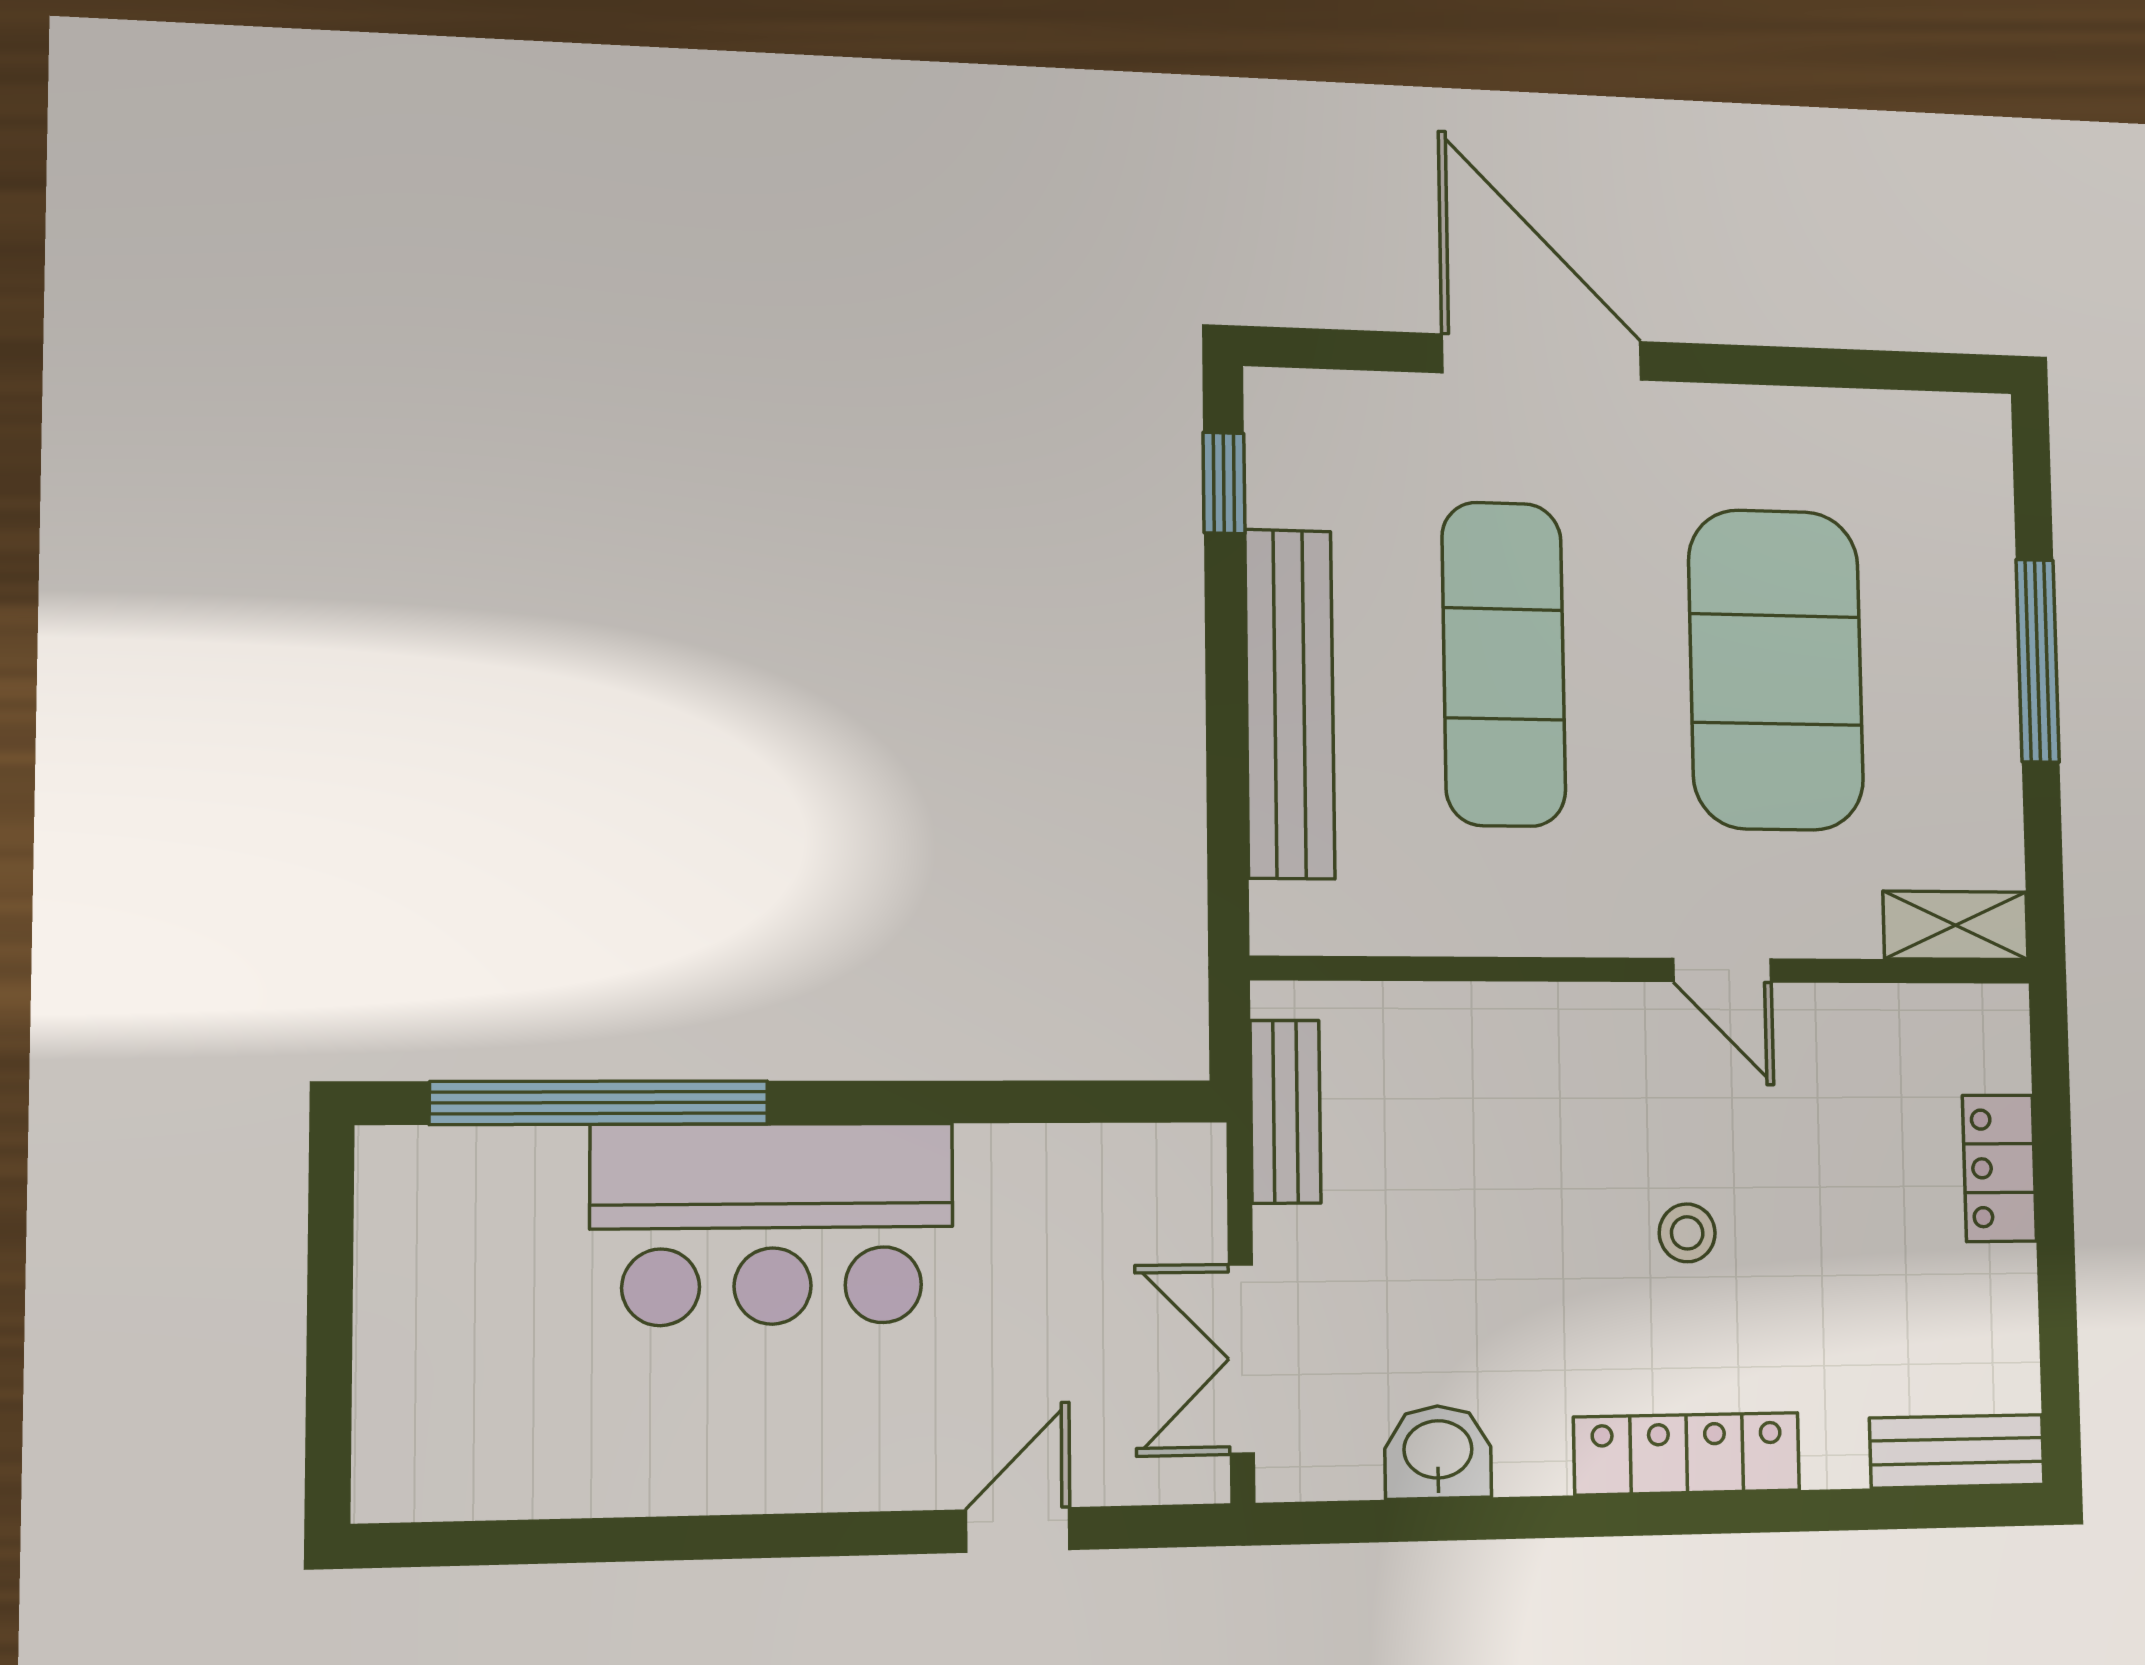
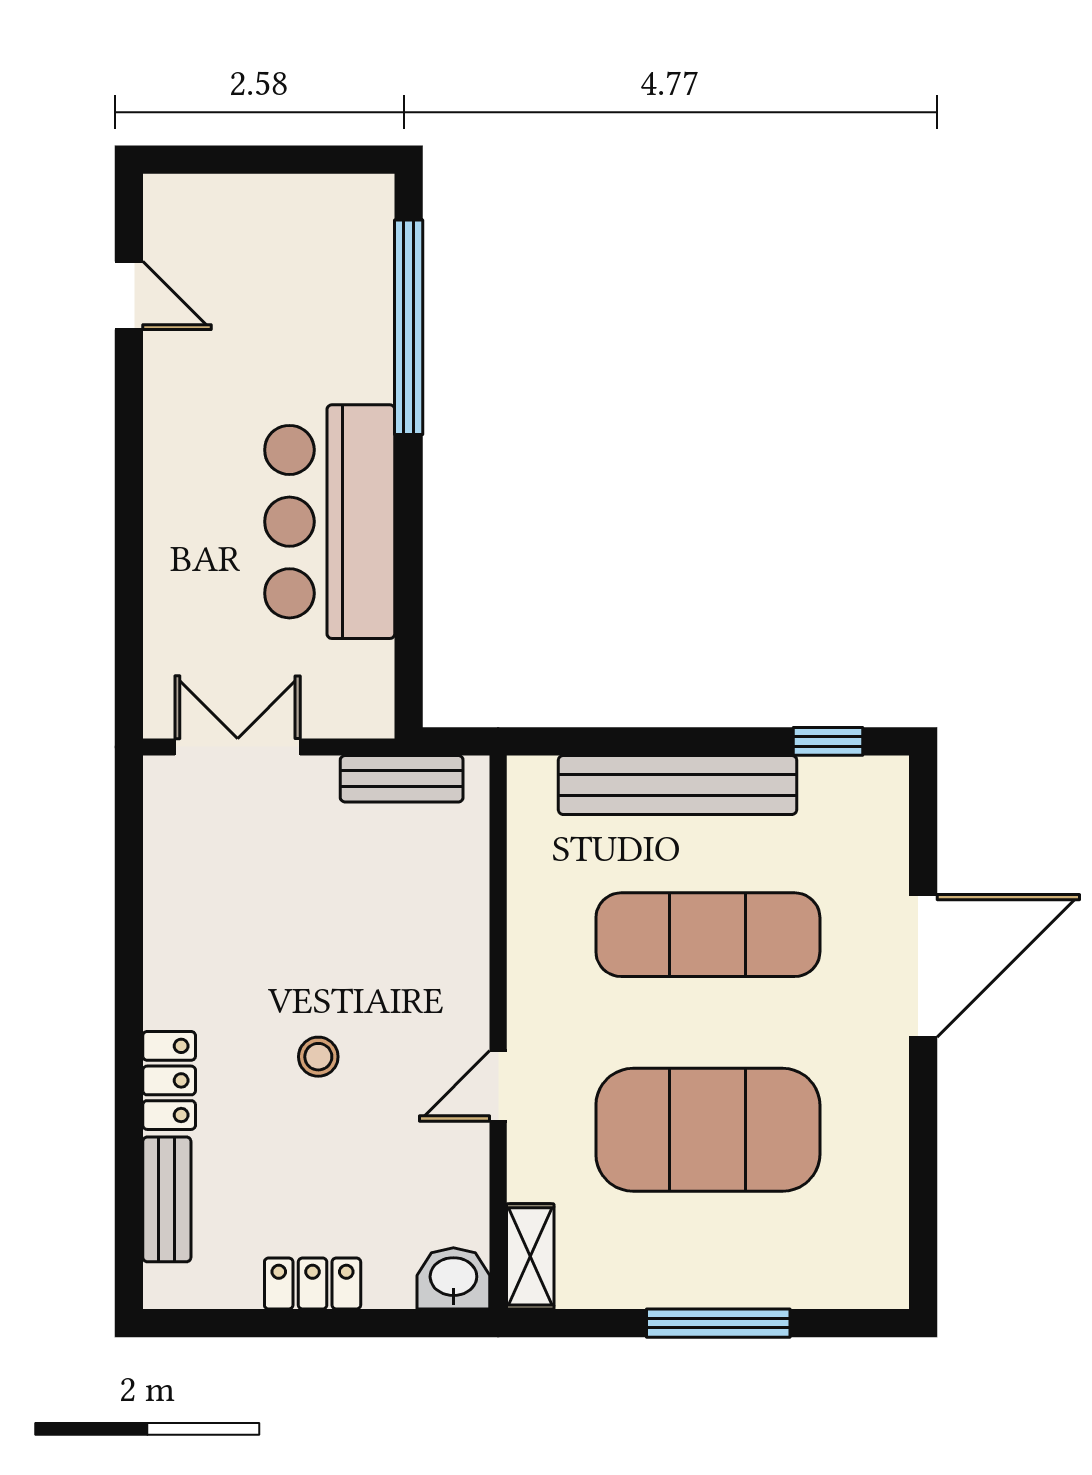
locker: (1999, 1168) -> (313, 1283), moved
bar counter: (773, 1224) -> (330, 522), moved
bench: (1957, 1451) -> (167, 1199), moved
washbasin: (1438, 1452) -> (453, 1278), moved, turned -90
locker: (1687, 1454) -> (169, 1080), width x0.66
door: (1018, 1530) -> (129, 296), moved

